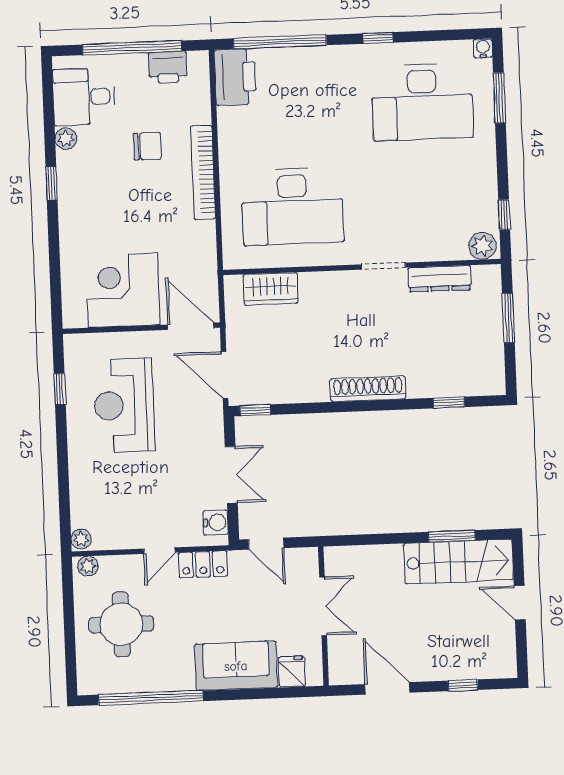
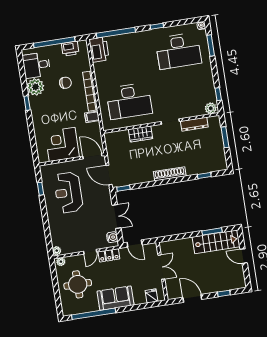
plant: (66, 139) -> (35, 87), width x1.87, depth x1.87
filing cabinet: (200, 234) -> (92, 117), added
wardrobe: (270, 289) -> (141, 134), moved
sofa: (236, 666) -> (116, 298), moved

